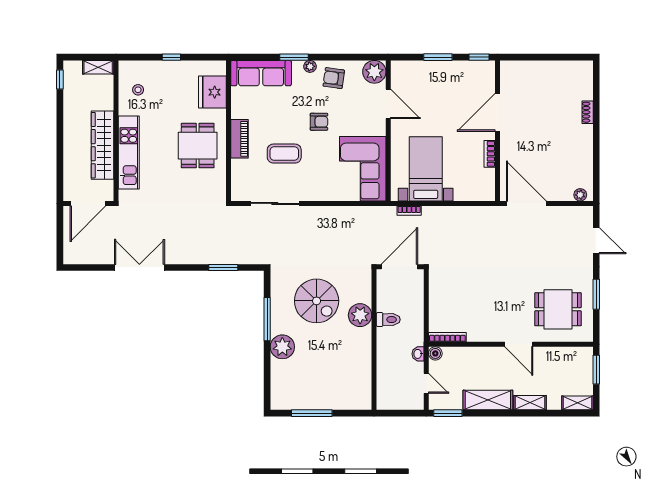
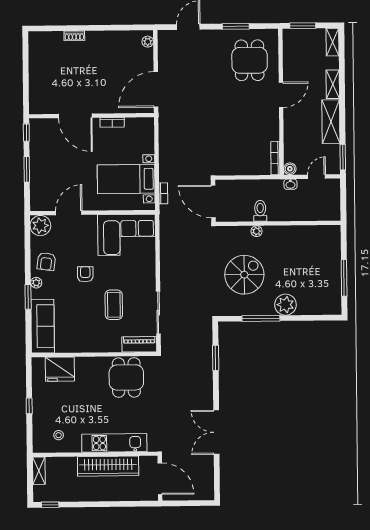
piano: (239, 139) -> (139, 344), moved
dining table: (198, 146) -> (126, 377), moved, turned 90
plant: (360, 315) -> (257, 231), width x0.53, depth x0.53

